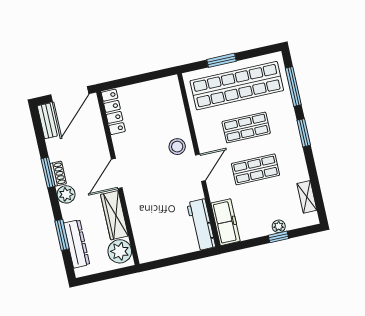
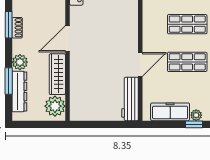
stool: (177, 147) -> (124, 27), removed
door: (200, 168) -> (140, 64), moved
plant: (66, 194) -> (20, 62), moved
freezer: (226, 222) -> (170, 112), moved, turned -90

